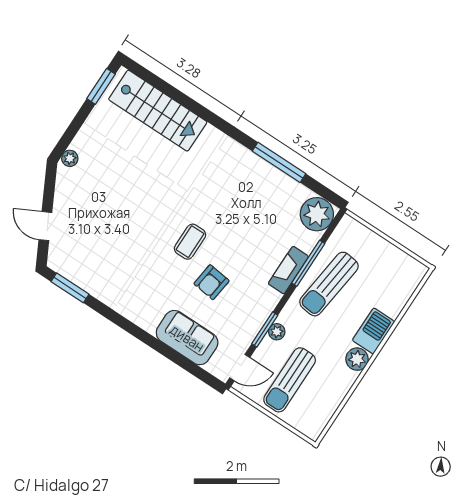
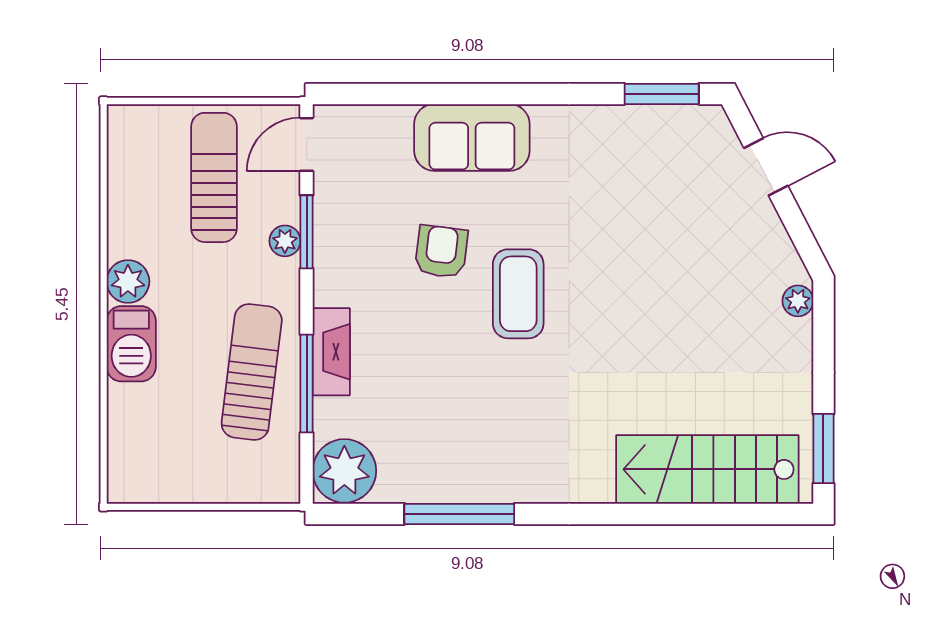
coffee table: (190, 242) -> (518, 294), width x1.36, depth x1.30
sofa: (187, 338) -> (472, 137), moved

